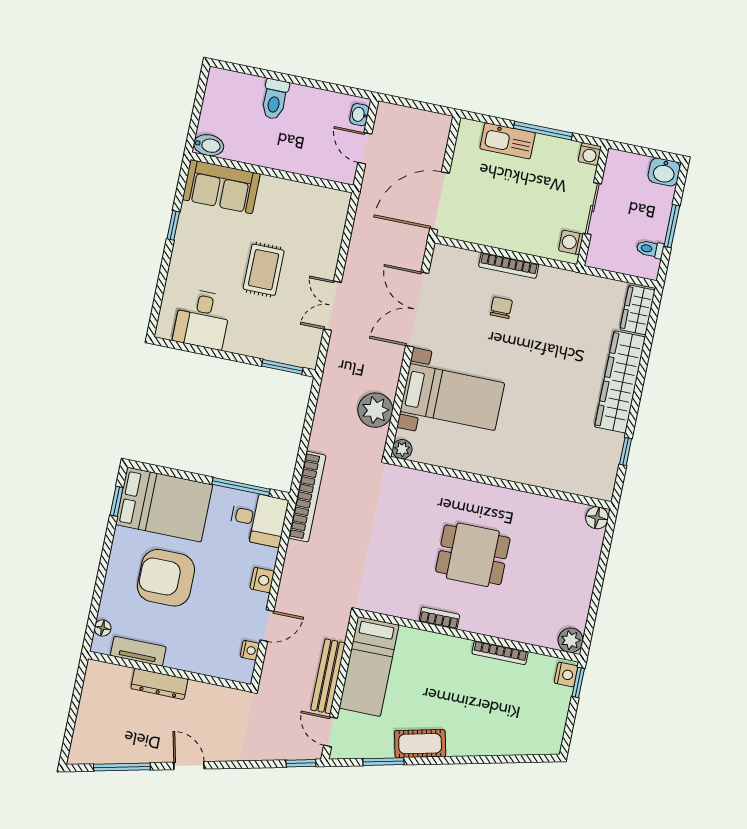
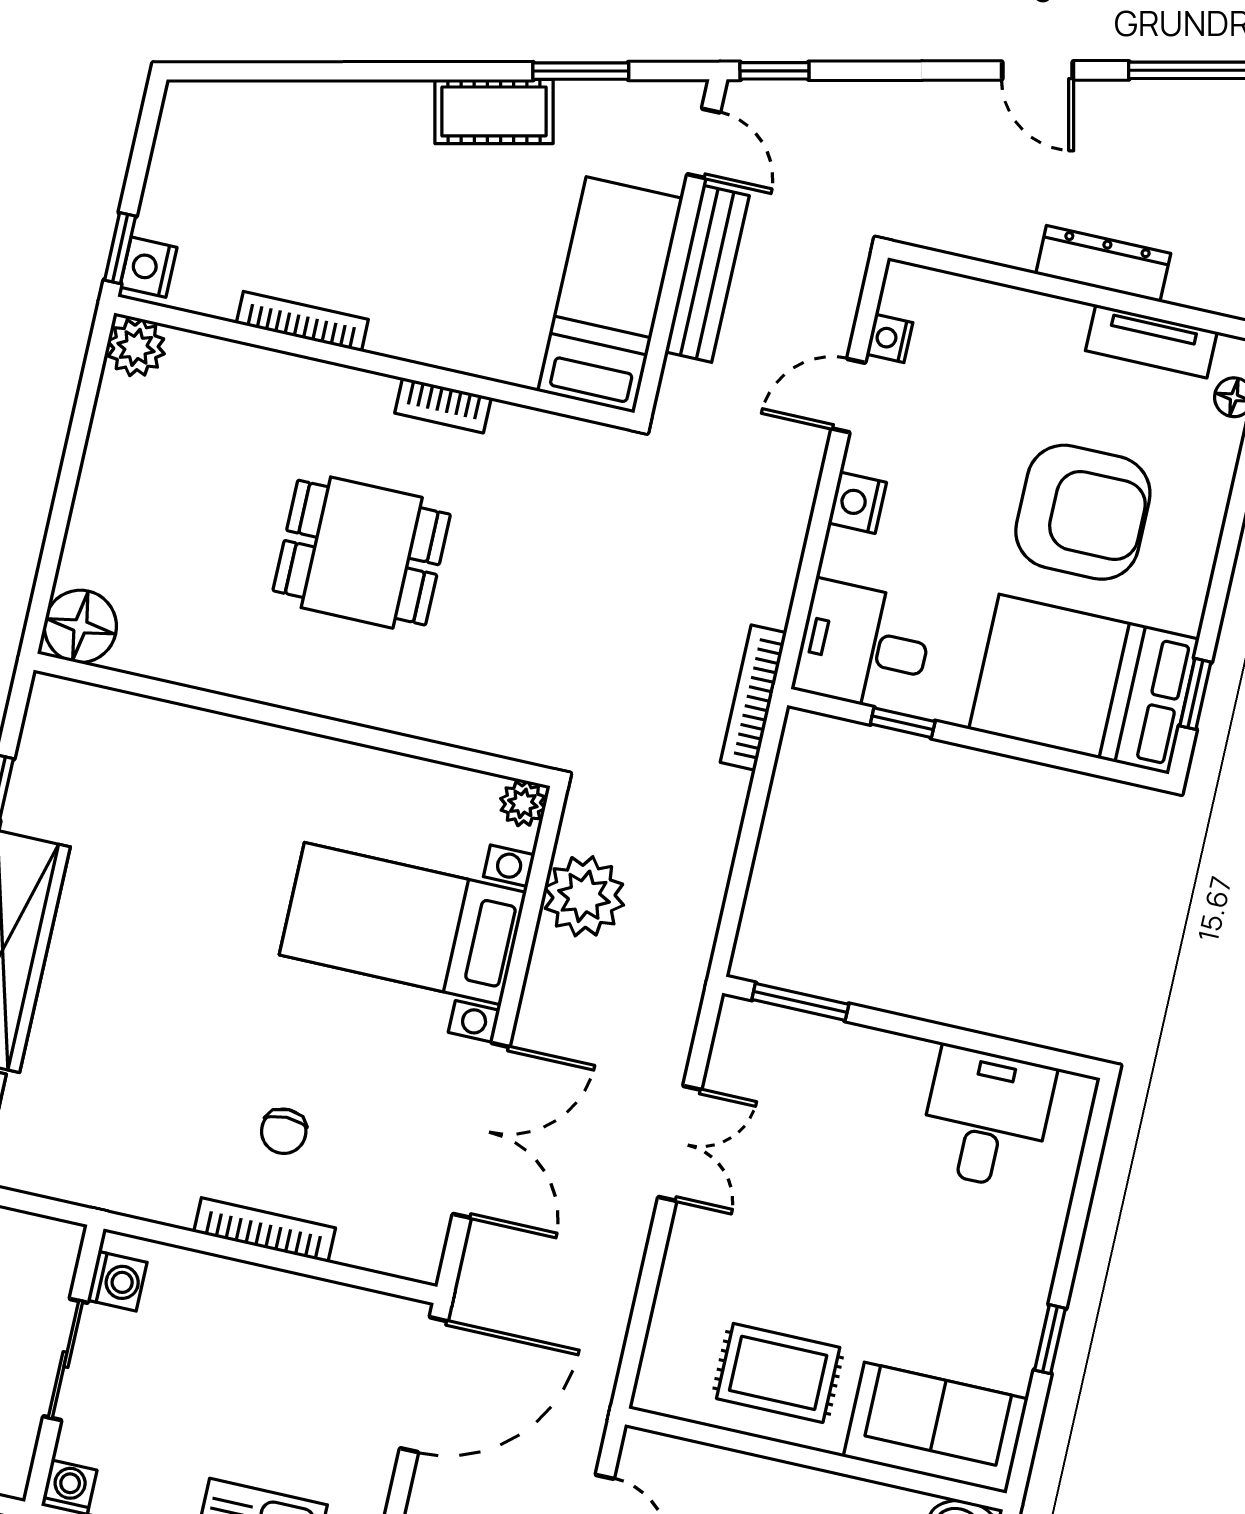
rug: (264, 270) -> (778, 1373), moved, turned 90
window: (241, 487) -> (903, 723), width x0.46
bookcase: (307, 497) -> (753, 698), width x0.68, depth x0.76
floor lamp: (597, 518) -> (80, 626), width x1.38, depth x1.38

